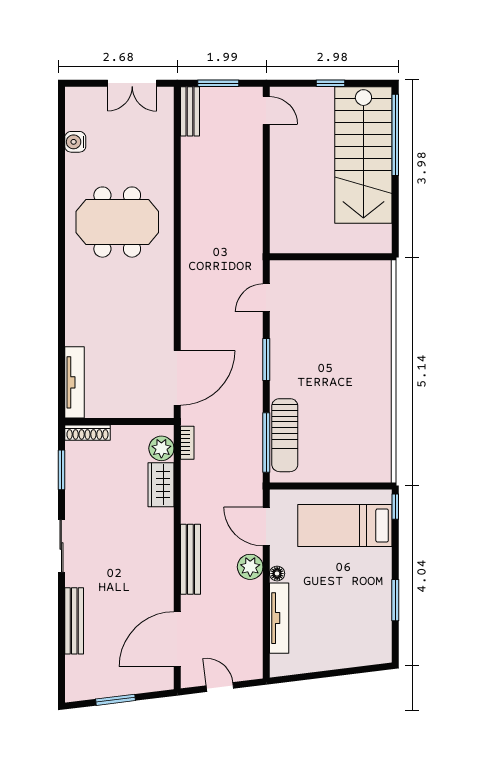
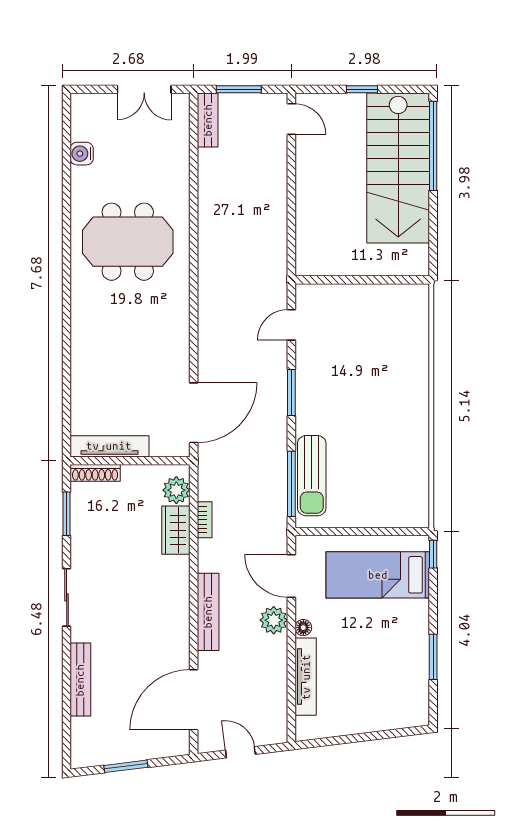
tv unit: (74, 382) -> (109, 446), moved, turned -90
bookcase: (187, 443) -> (205, 520), moved

